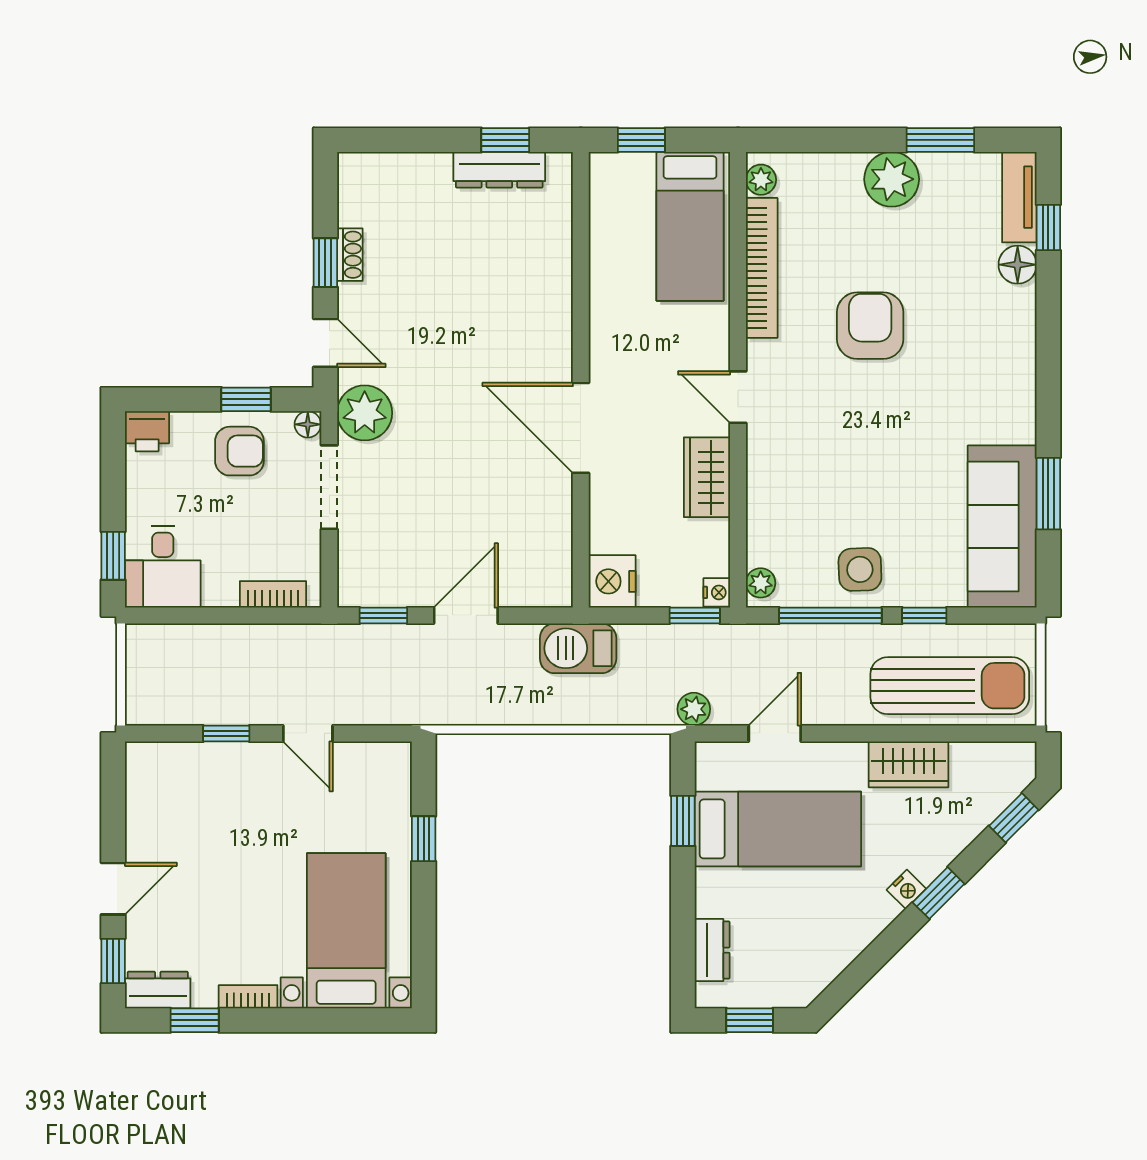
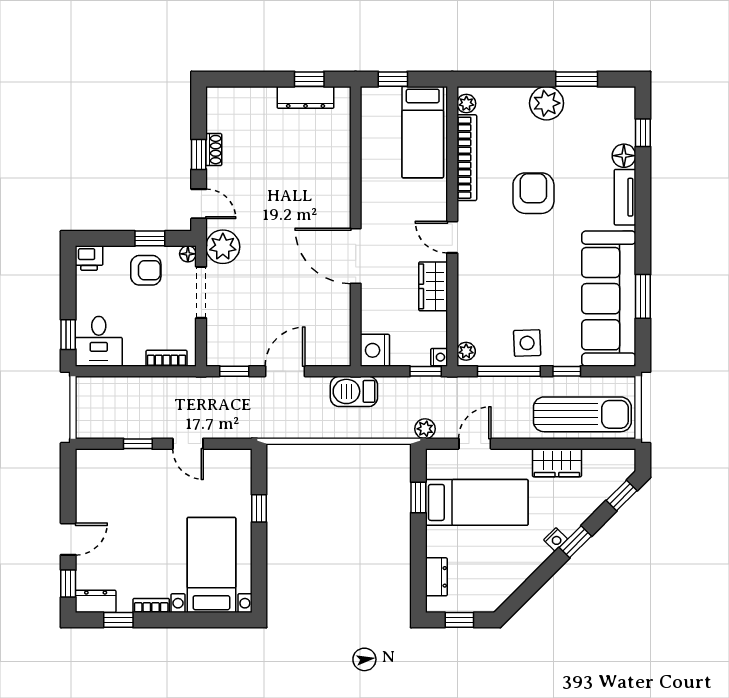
tv unit: (1019, 197) -> (625, 197), moved
sofa: (1002, 527) -> (609, 299), width x1.36, depth x1.27

